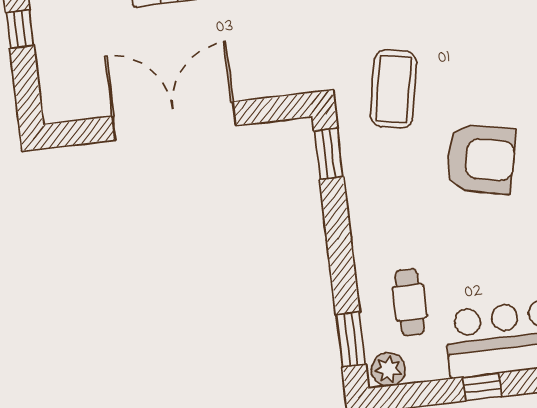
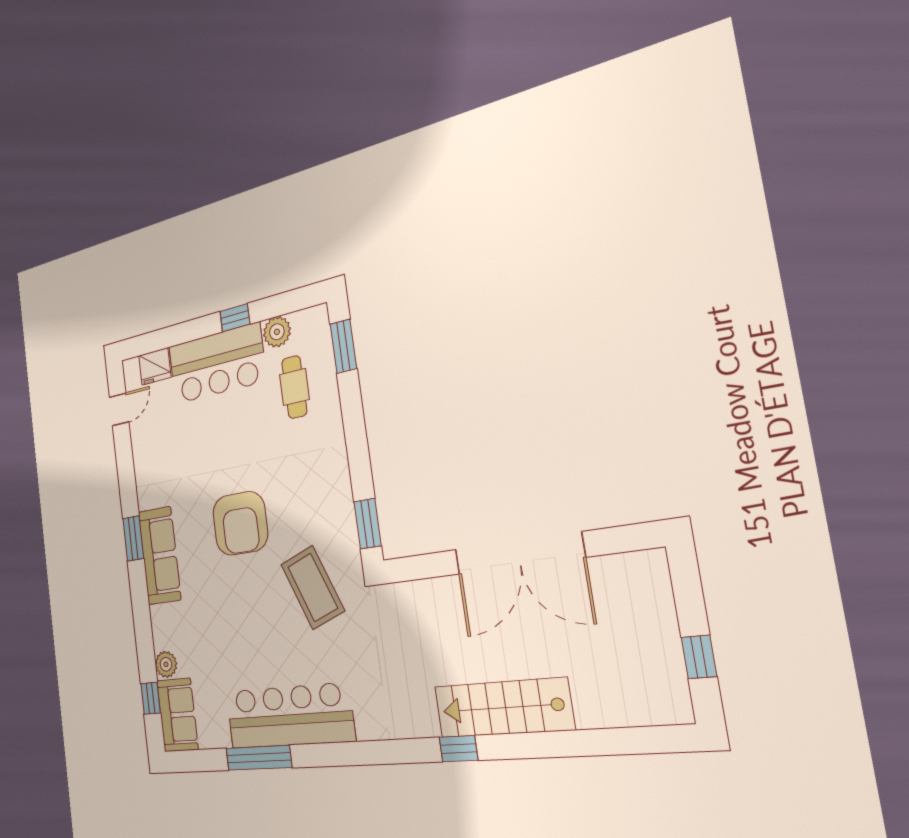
coffee table: (393, 89) -> (313, 587), turned -32
armchair: (481, 159) -> (240, 523), turned -102
plant: (388, 369) -> (277, 332), moved

